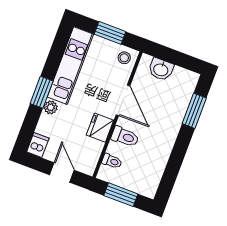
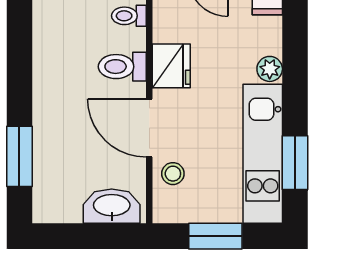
stool: (124, 58) -> (173, 174), moved
washbasin: (161, 69) -> (112, 206), width x1.38
window: (42, 92) -> (295, 163), moved

